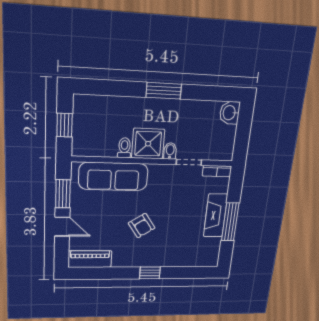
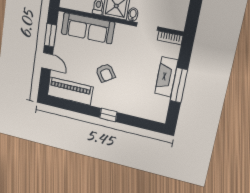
piano: (90, 259) -> (70, 91), width x1.37, depth x1.33

